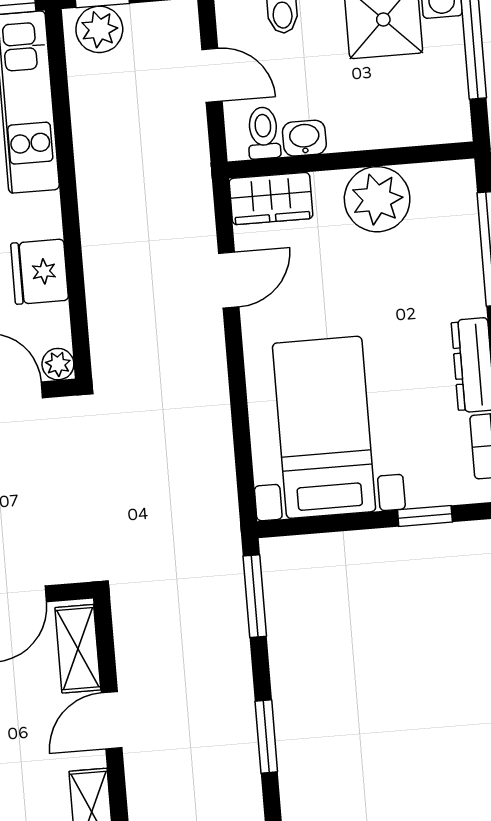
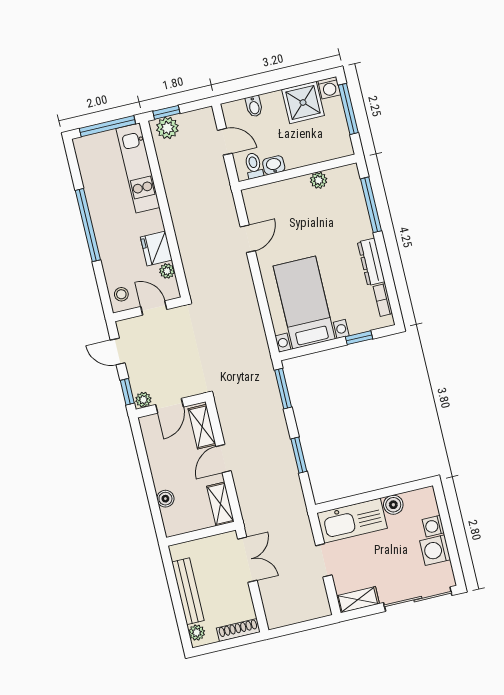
wardrobe: (271, 199) -> (262, 197), removed
plant: (377, 199) -> (319, 180), width x0.53, depth x0.53
plant: (58, 364) -> (167, 271), moved

